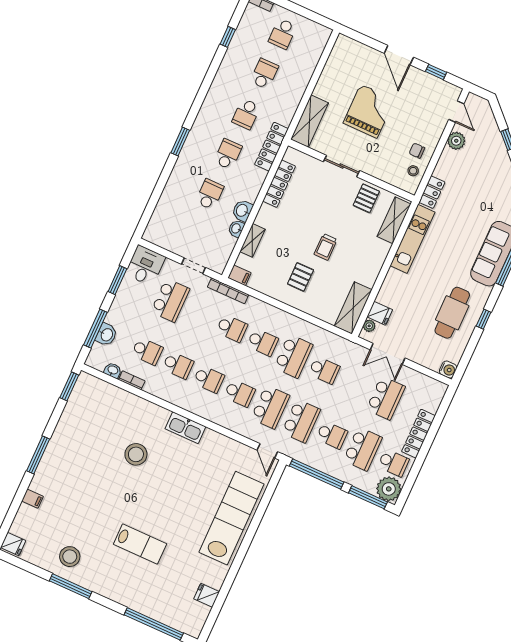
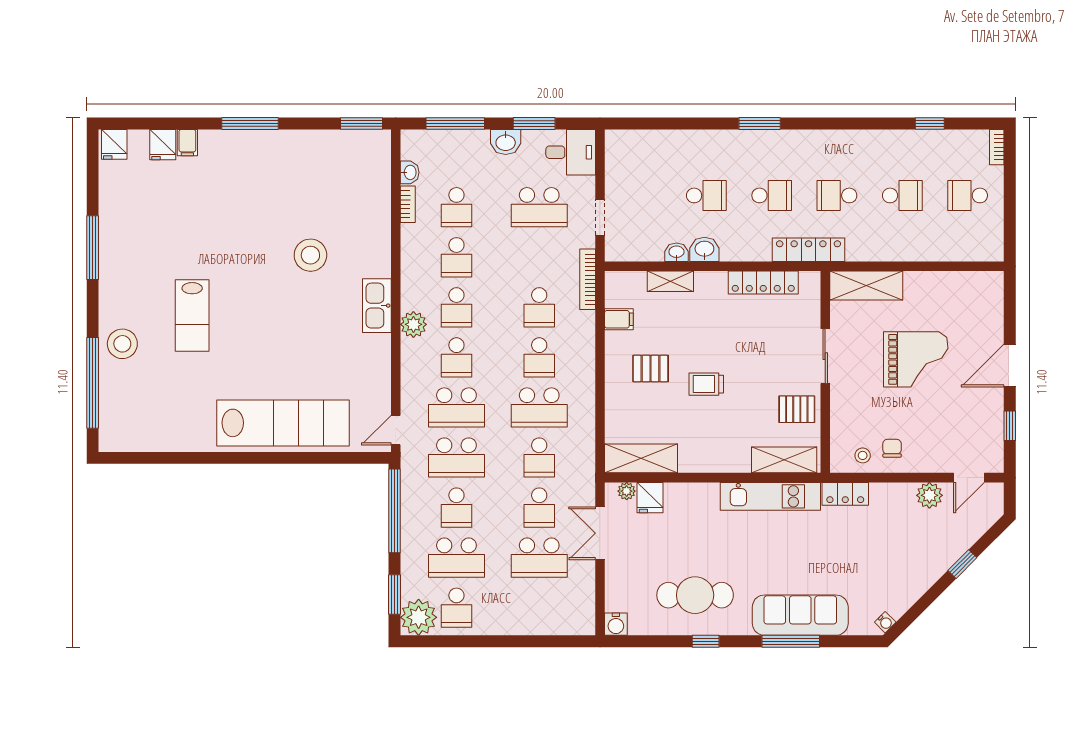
filing cabinet: (239, 275) -> (619, 319), moved, turned -90
washbasin: (106, 335) -> (506, 142), moved
school desk: (355, 384) -> (539, 508), added
plant: (207, 410) -> (413, 324), added
locker: (419, 434) -> (511, 624), removed
window: (368, 497) -> (394, 594), width x0.69
stool: (70, 557) -> (122, 344), moved
fridge: (207, 595) -> (163, 145), moved, turned 180

